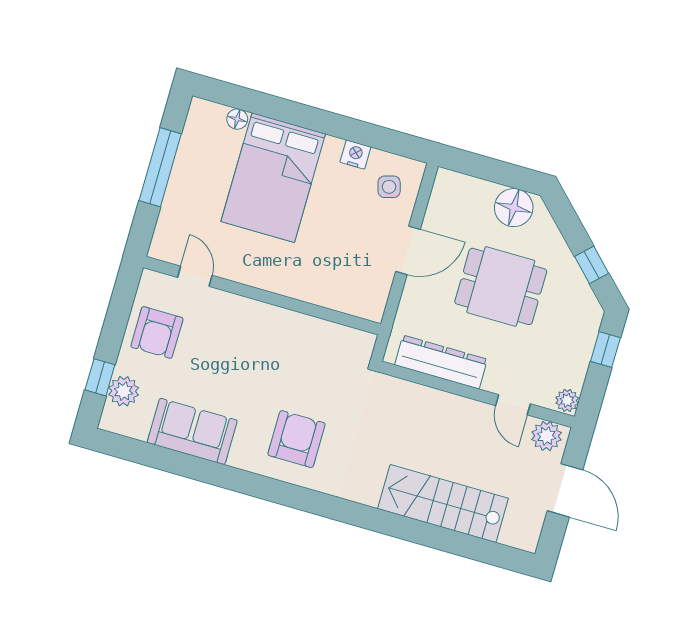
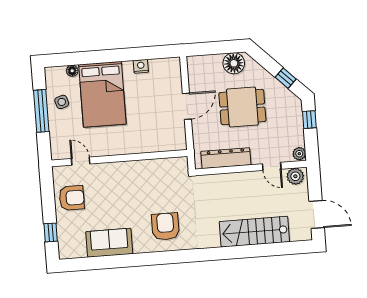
side table: (389, 187) -> (62, 102), moved
armchair: (157, 332) -> (72, 198), turned -90
plant: (124, 391) -> (66, 235), removed
door: (565, 490) -> (317, 214), moved

